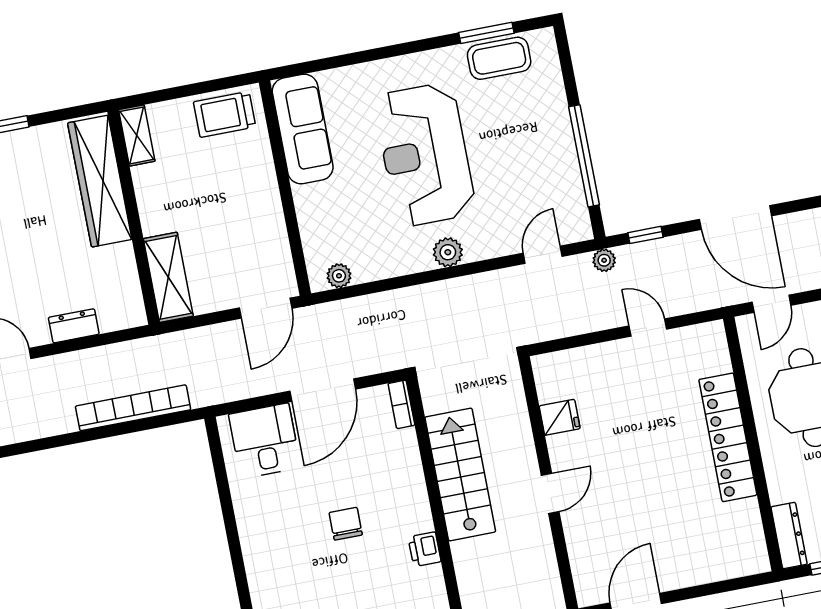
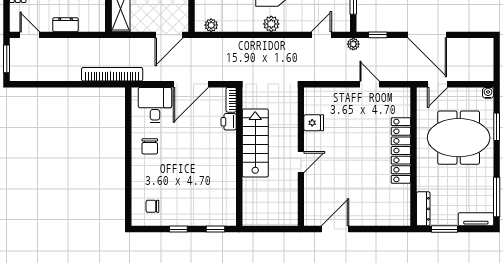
bookcase: (133, 408) -> (112, 74), moved
chair: (346, 524) -> (150, 146), moved, turned 180
printer: (425, 549) -> (229, 122), moved

